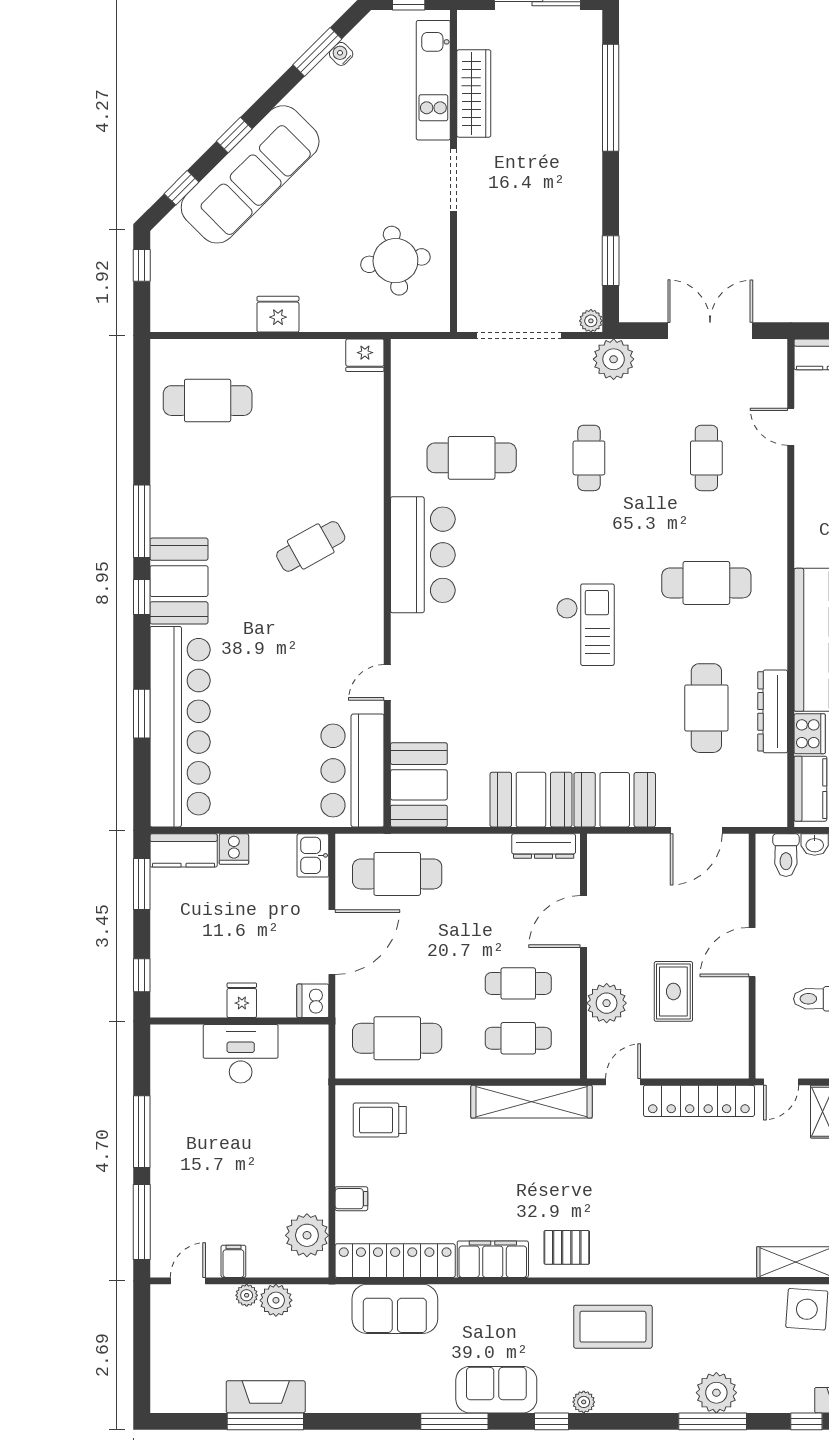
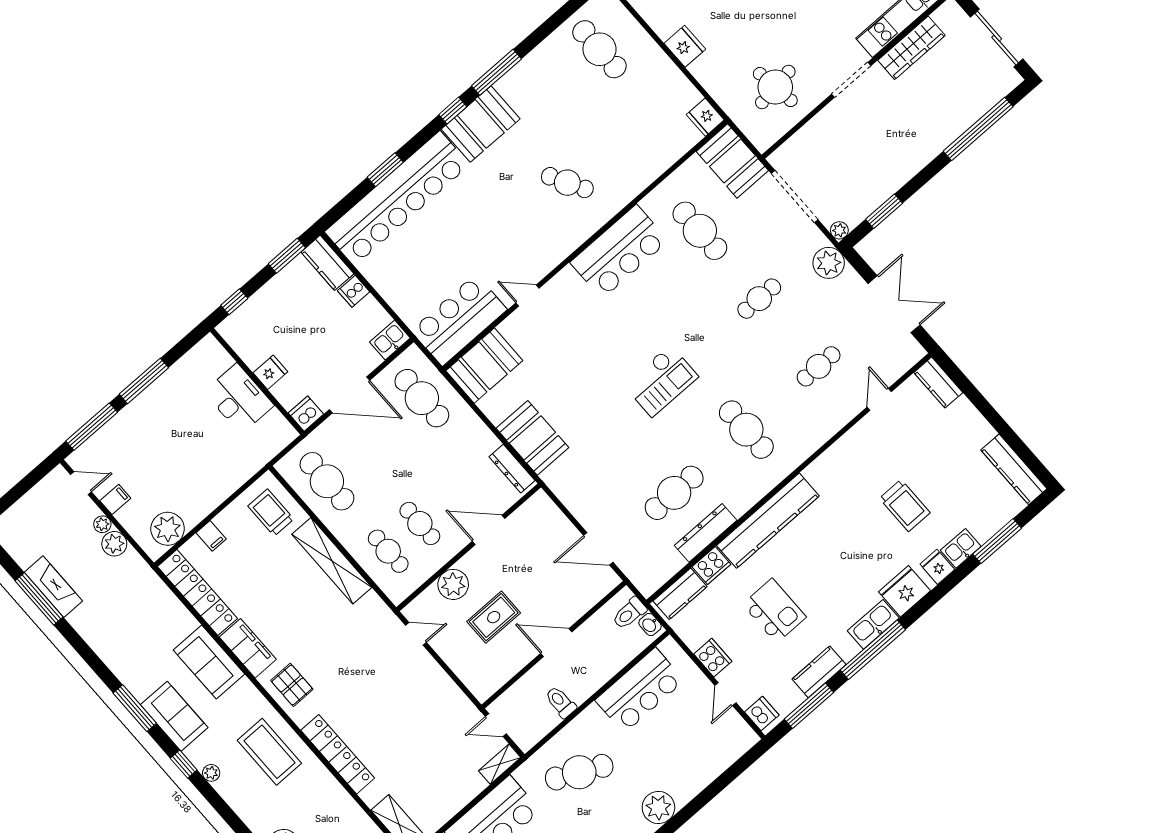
booth: (615, 800) -> (732, 161), moved
locker: (699, 1101) -> (338, 754), moved, turned 180
shelving: (532, 1102) -> (332, 561), moved
sofa: (395, 1309) -> (209, 662), moved

